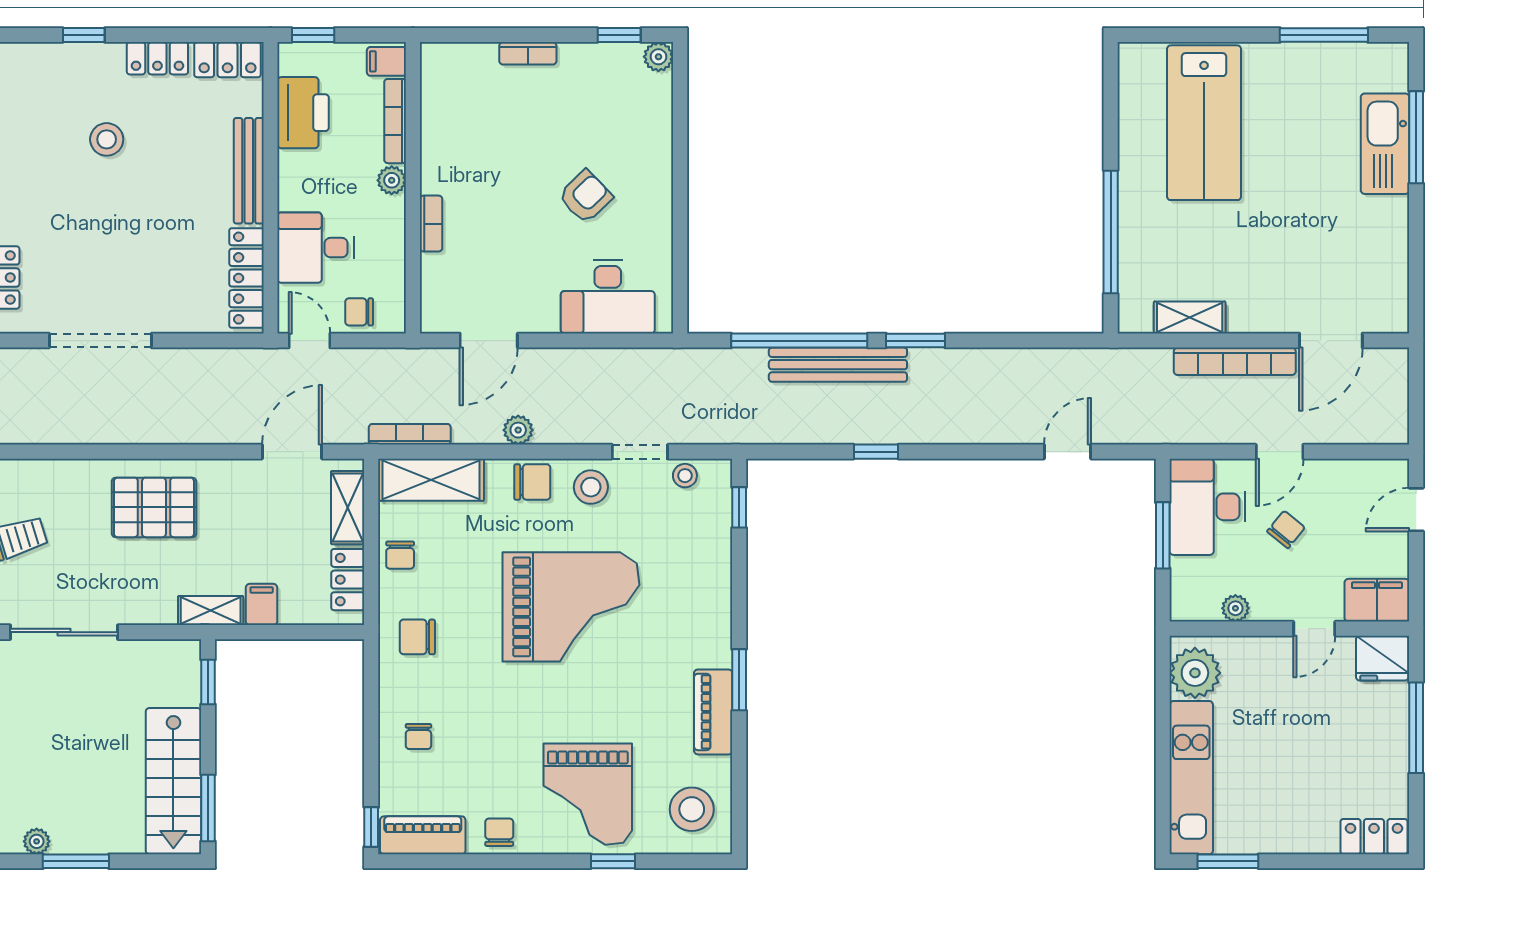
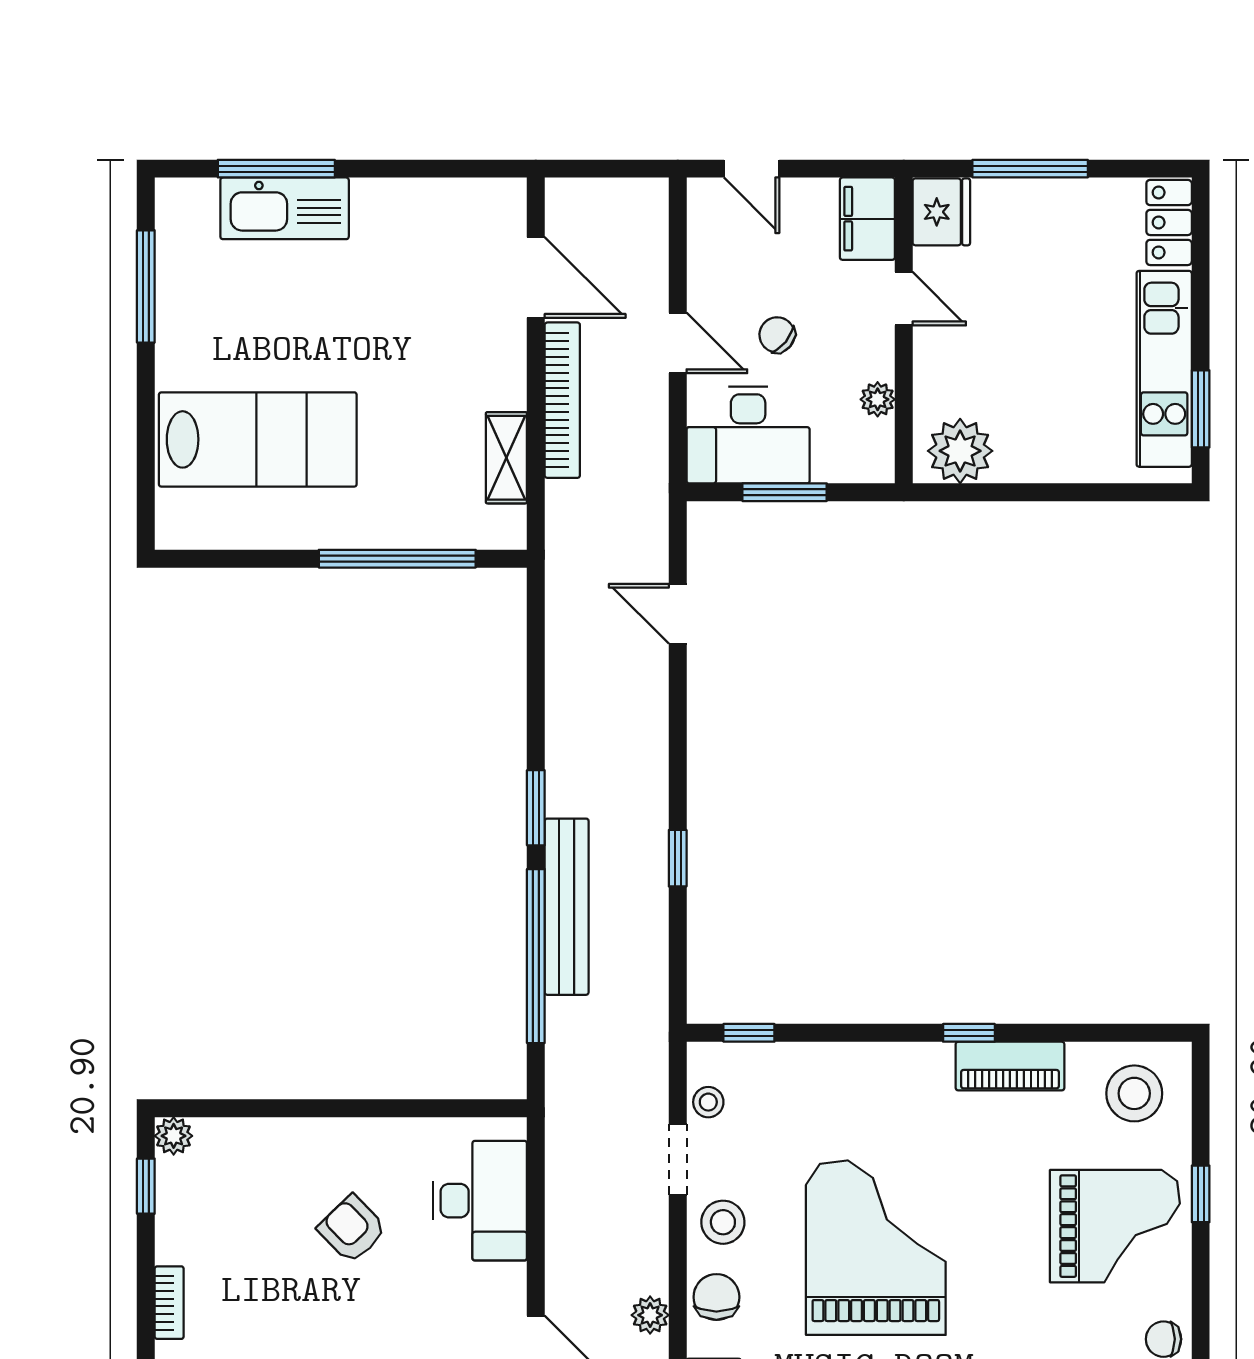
window: (739, 680) -> (969, 1033), width x0.67
kitchen unit: (1191, 778) -> (1164, 369), moved, turned -90

